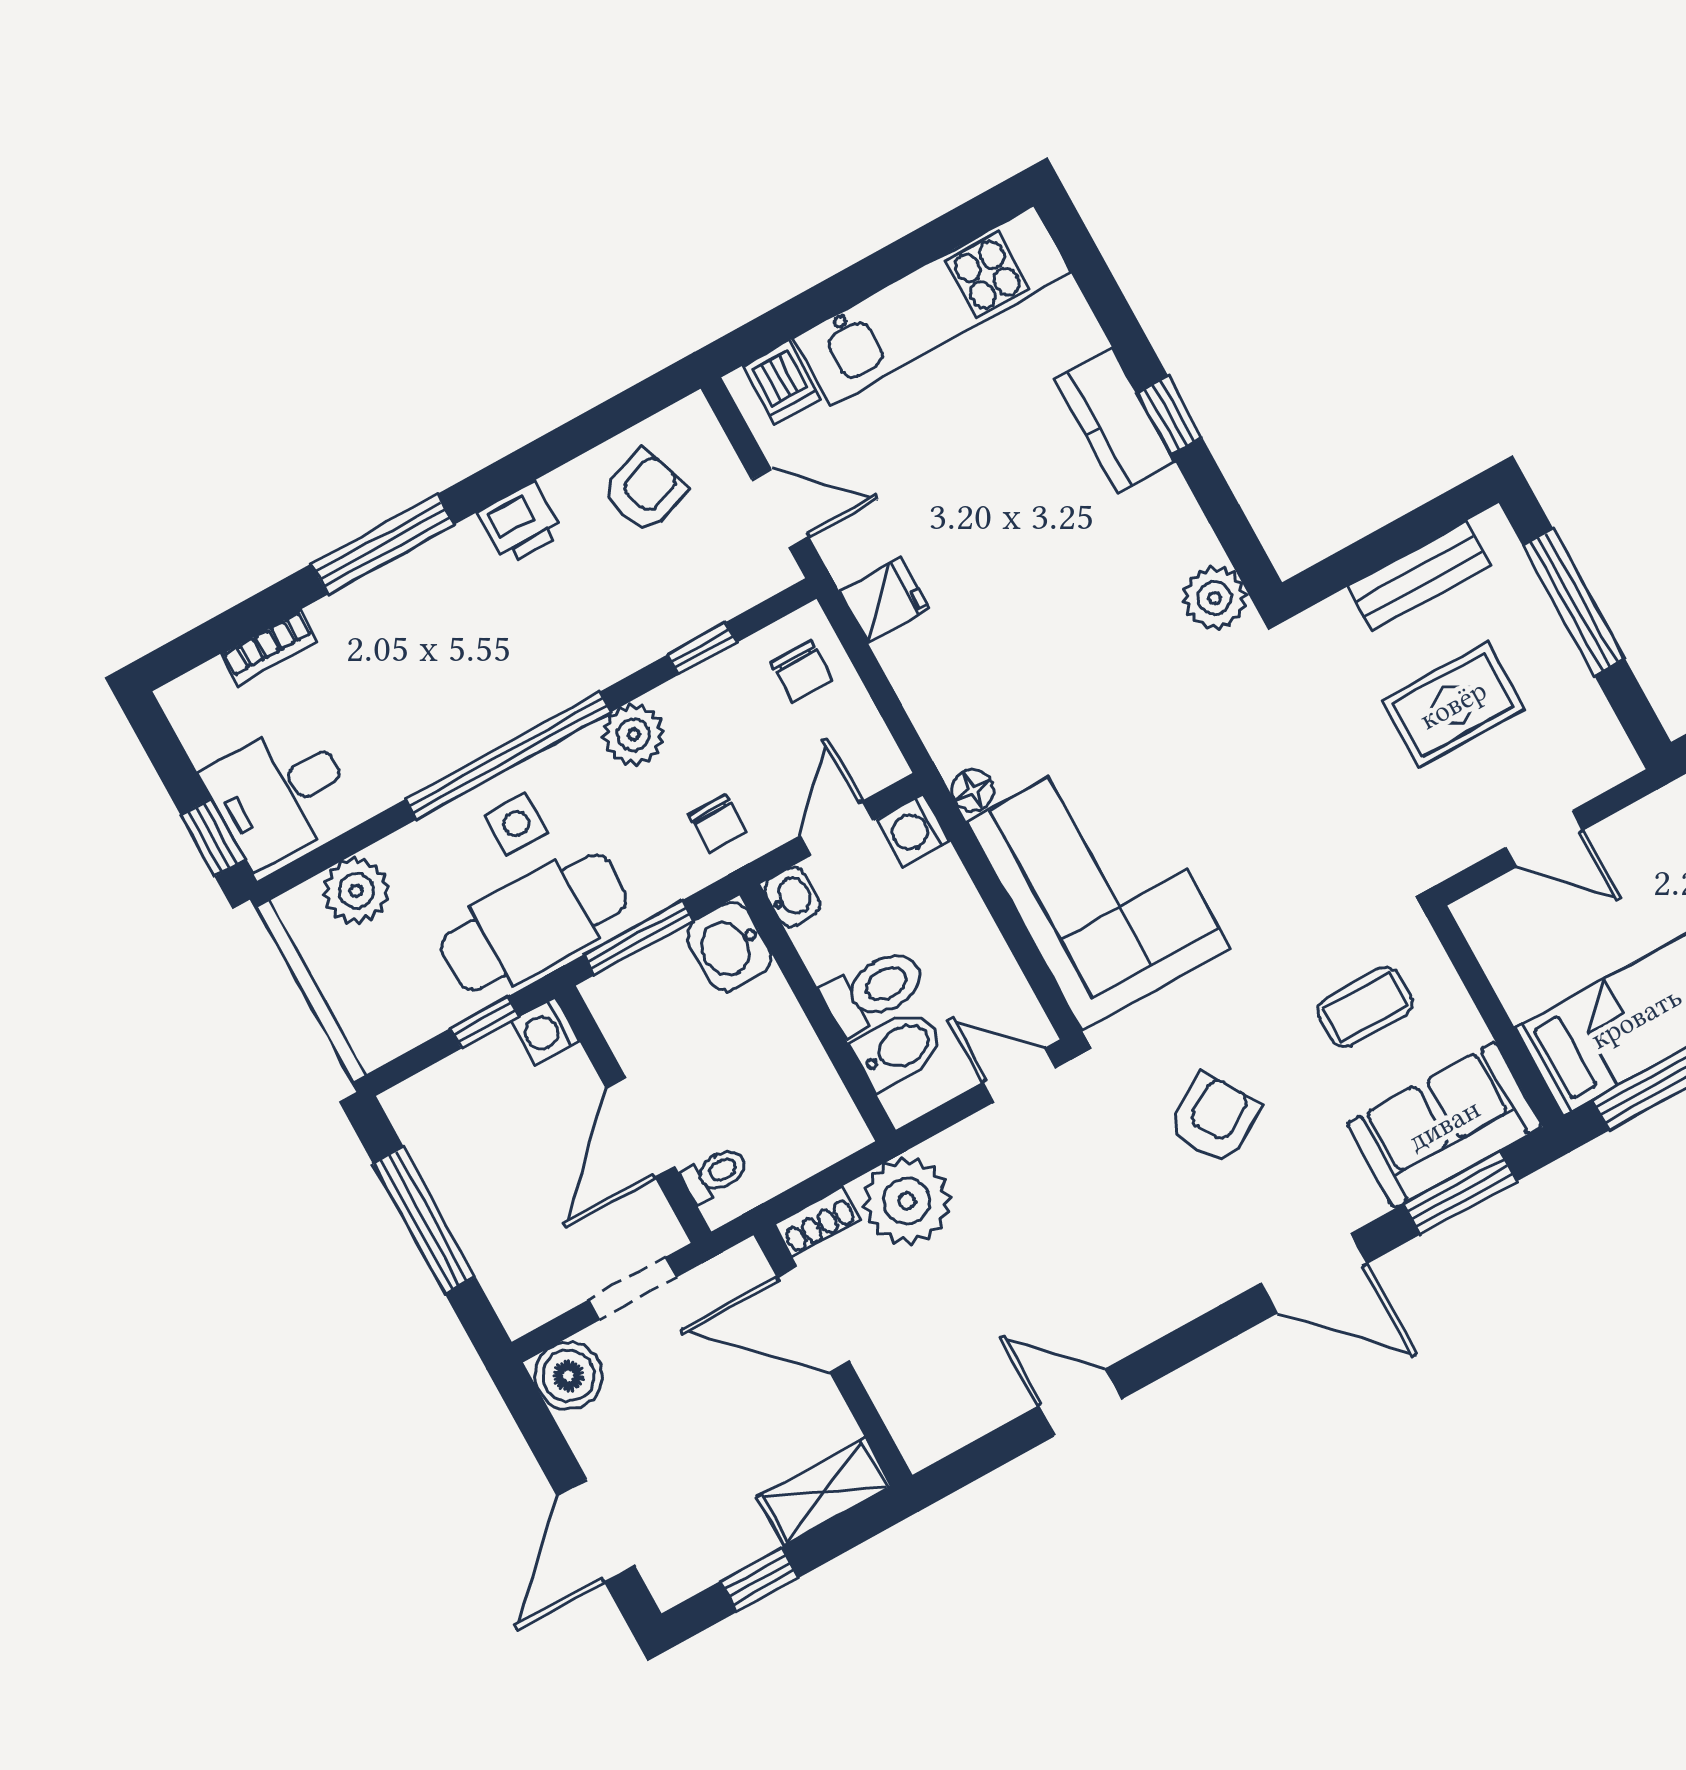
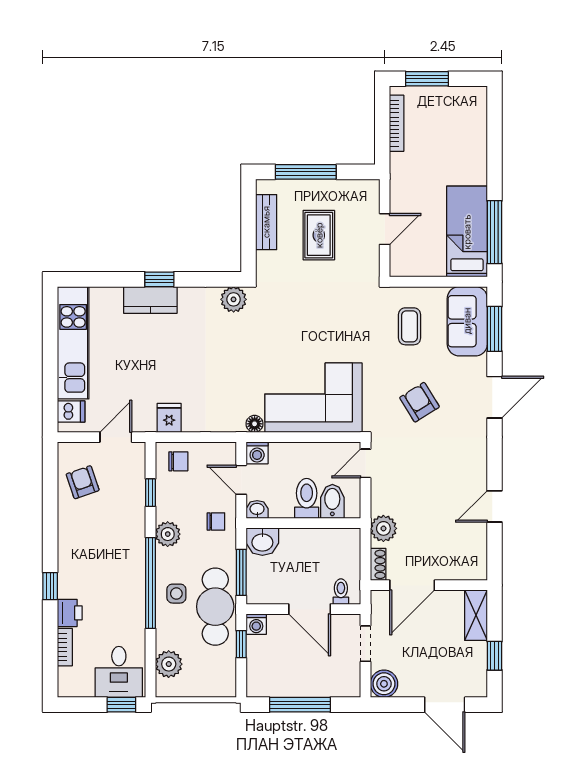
printer: (521, 523) -> (70, 613), moved
window: (383, 544) -> (50, 586), width x0.46
plant: (907, 1201) -> (383, 528), width x0.73, depth x0.73

